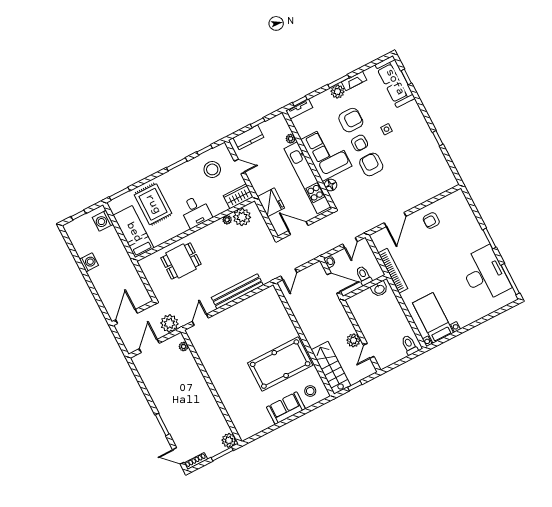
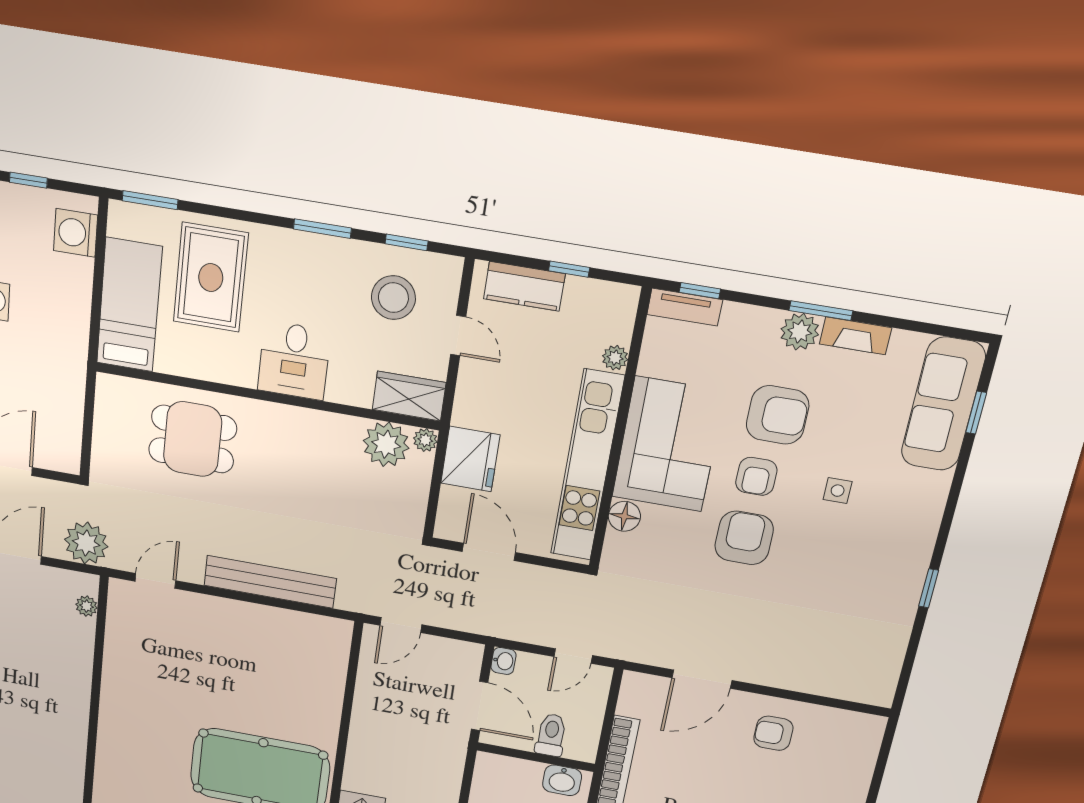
plant: (227, 220) -> (425, 440), moved

